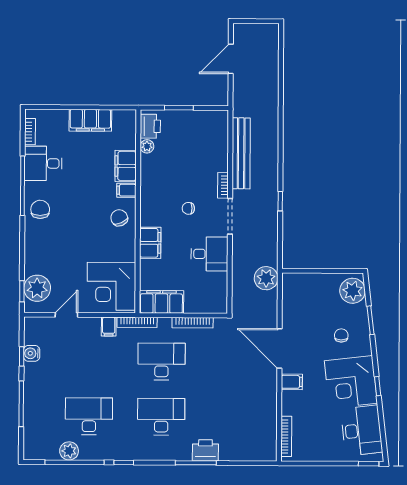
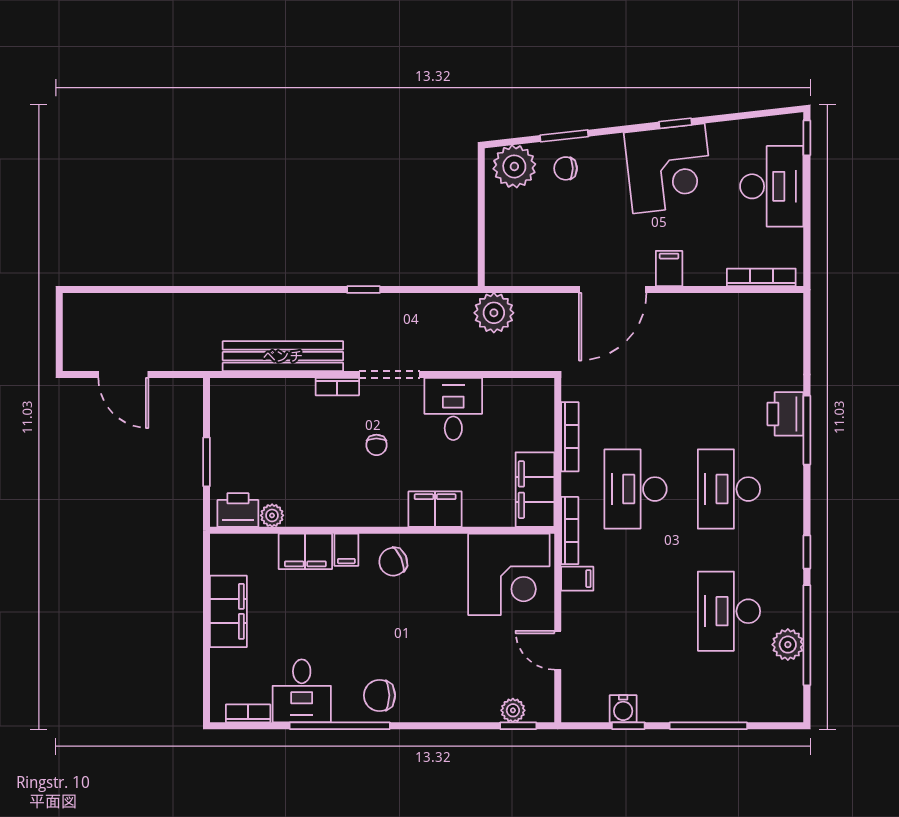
plant: (37, 288) -> (513, 710), width x0.53, depth x0.53
chair: (341, 335) -> (566, 168), moved
desk: (362, 430) -> (772, 186), moved, turned 96

